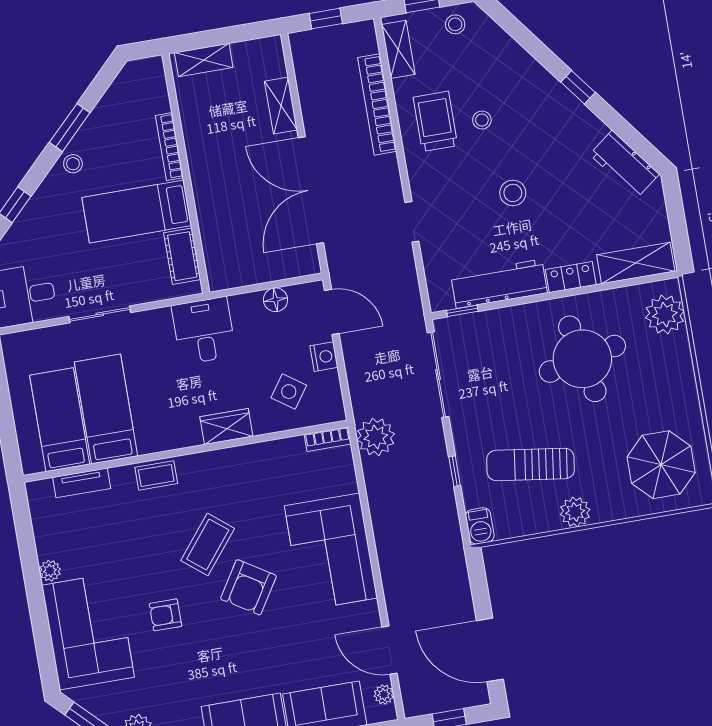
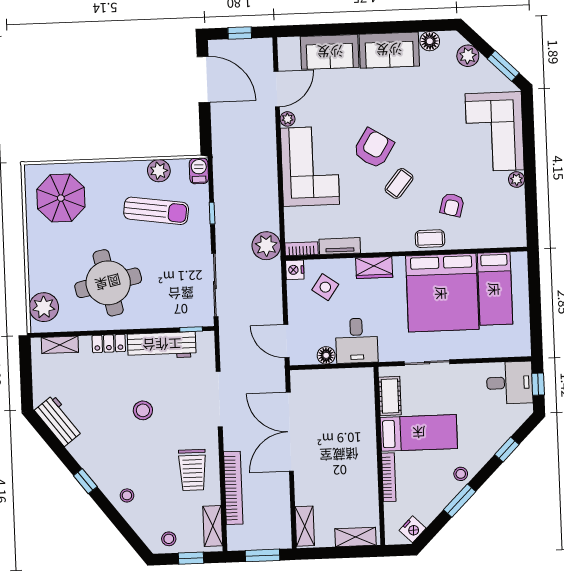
window: (326, 19) -> (263, 555), width x1.50
nightstand: (128, 81) -> (413, 529), added
shelving: (281, 106) -> (305, 526), moved
stool: (482, 120) -> (127, 495), moved
double door: (311, 190) -> (290, 432), swing flipped
doorway: (412, 222) -> (219, 399), width x1.87
shelving: (636, 263) -> (60, 345), width x0.67, depth x0.75
sliding door: (100, 314) -> (427, 363), moved
desk: (204, 331) -> (357, 341), moved
nightstand: (324, 357) -> (295, 270), moved
bed: (106, 409) -> (442, 293), width x2.04
tv unit: (82, 483) -> (340, 246), moved
plant: (575, 512) -> (159, 171), moved
coffee table: (208, 544) -> (399, 183), width x0.73, depth x0.77
armchair: (165, 615) -> (452, 205), moved, turned 105
door: (389, 650) -> (277, 89), hinge flipped
plant: (384, 695) -> (287, 119), moved

